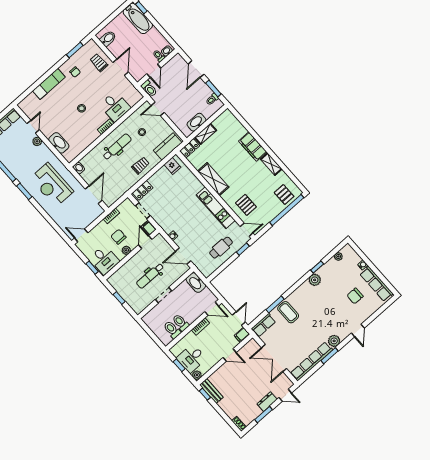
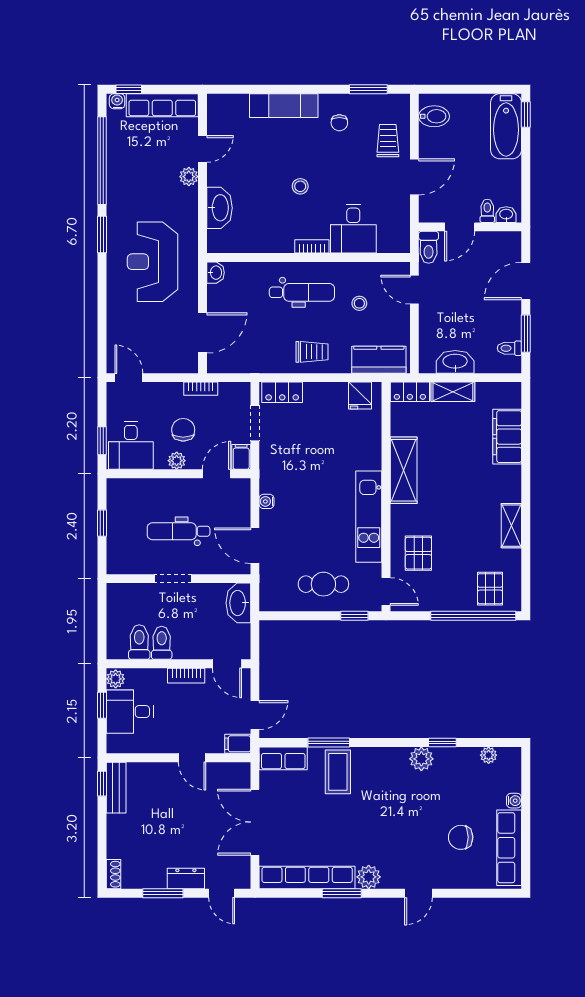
filing cabinet: (253, 147) -> (507, 437), moved
plant: (197, 375) -> (116, 679), moved

